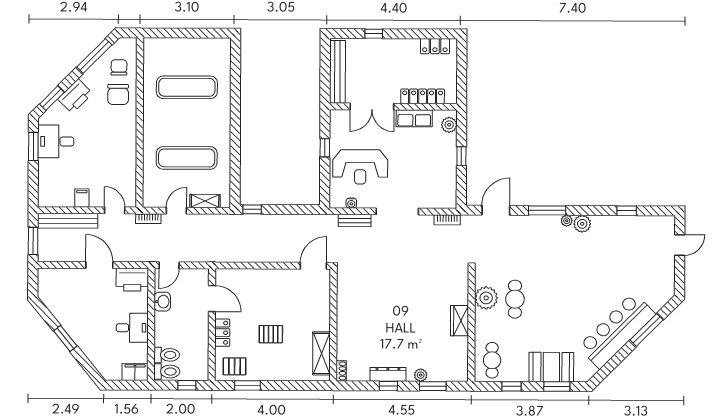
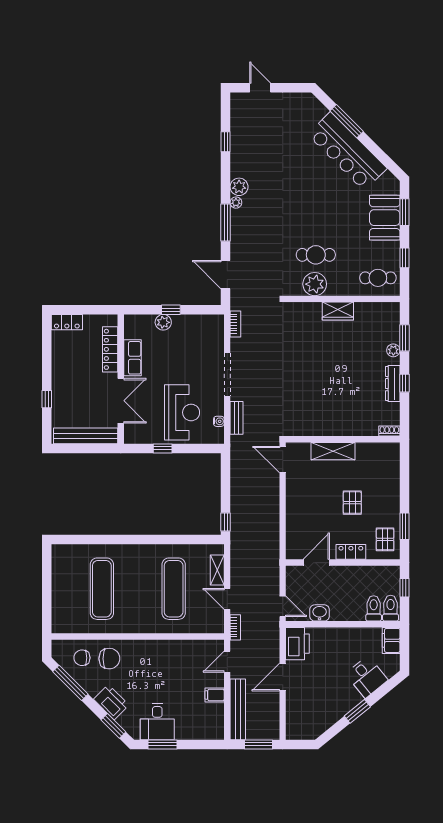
locker: (435, 46) -> (67, 322), moved, turned 90
plant: (449, 125) -> (163, 322), moved
desk: (132, 328) -> (367, 677), moved, turned 141
shelving: (322, 353) -> (333, 451), moved

